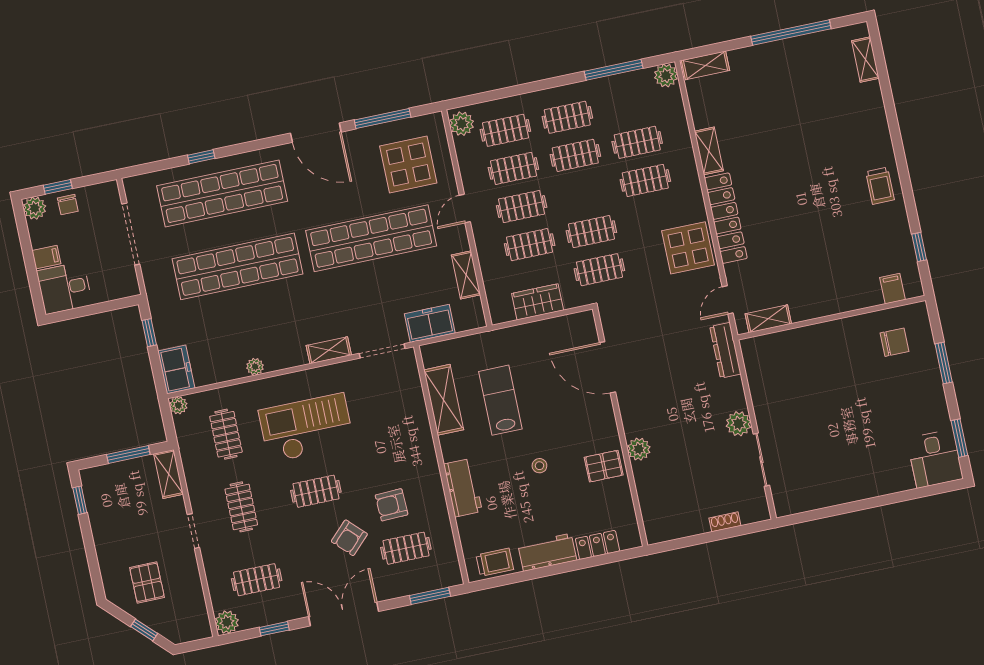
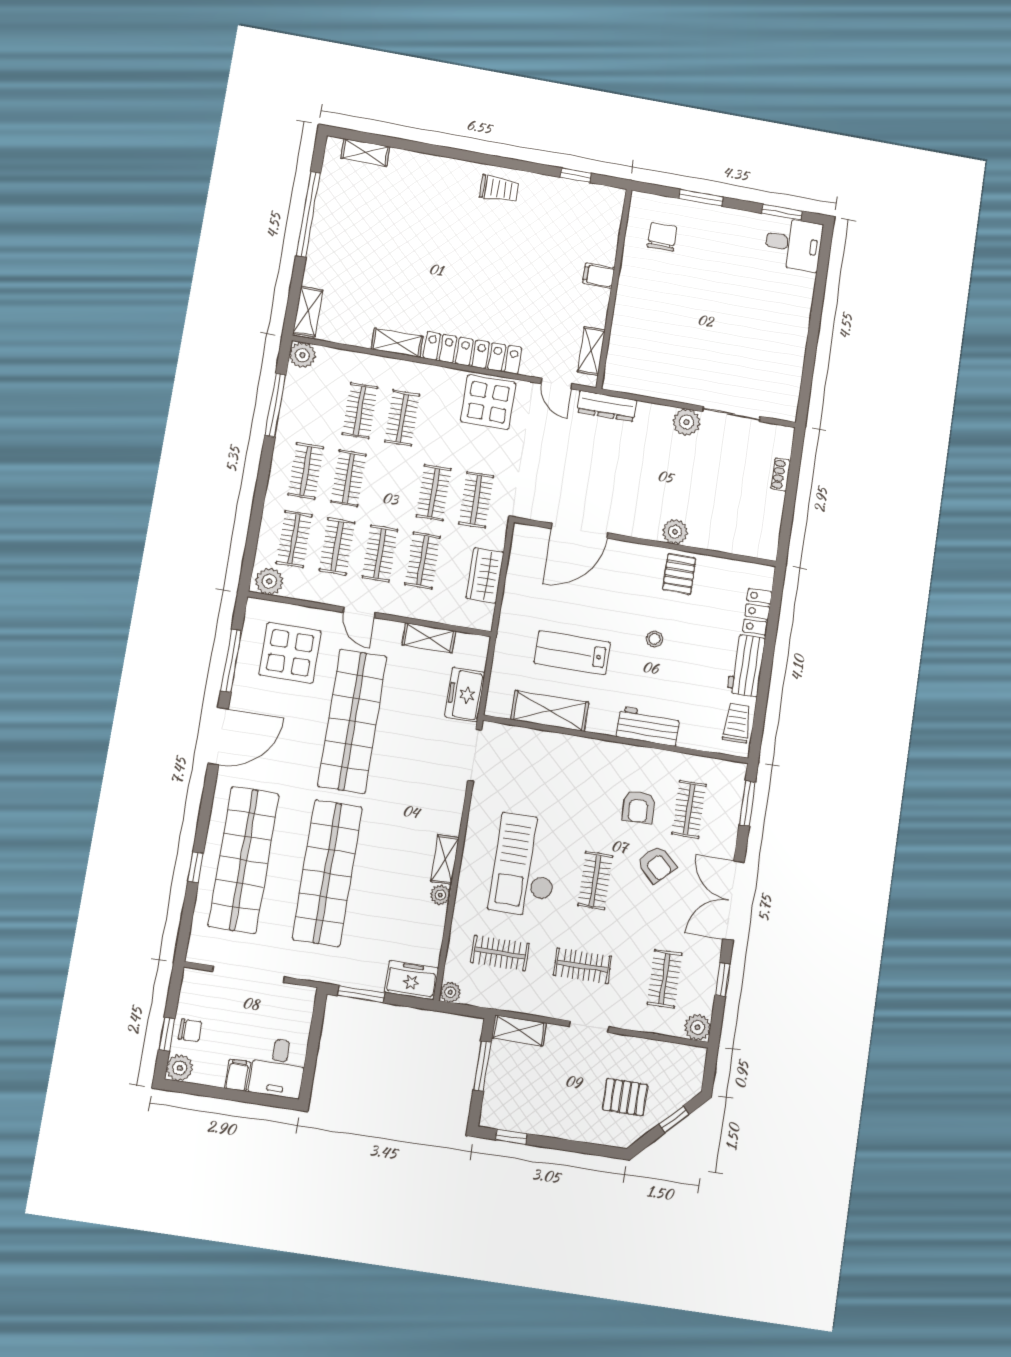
filing cabinet: (893, 289) -> (599, 275), moved
window: (149, 333) -> (361, 994), width x1.50
shelving: (329, 350) -> (445, 860), moved

